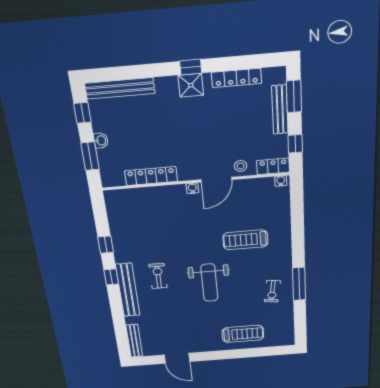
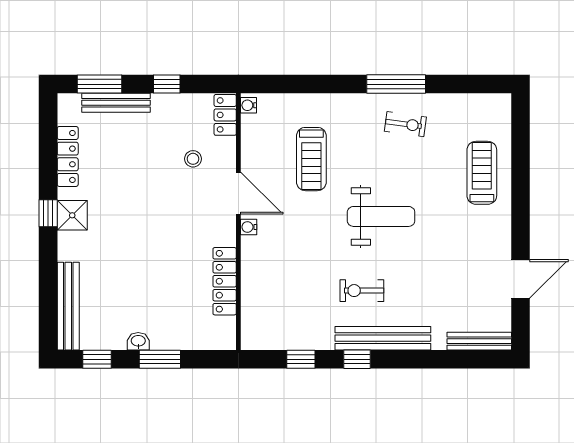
locker: (273, 166) -> (225, 115), moved
locker: (151, 176) -> (225, 281), moved
door: (216, 180) -> (238, 193), moved
wall: (196, 181) -> (238, 222), moved
water cooler: (281, 181) -> (249, 105), moved
water cooler: (192, 188) -> (249, 227), moved

